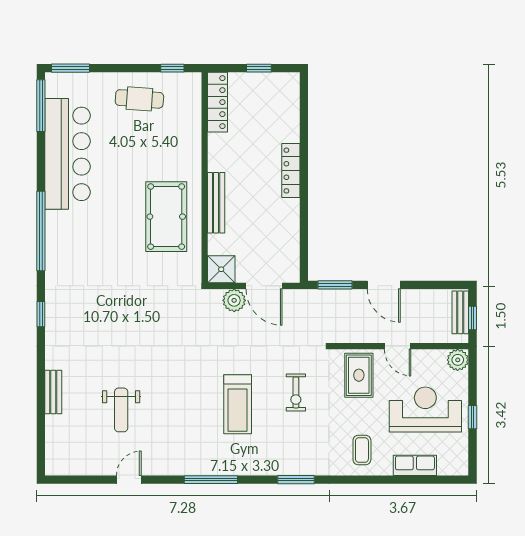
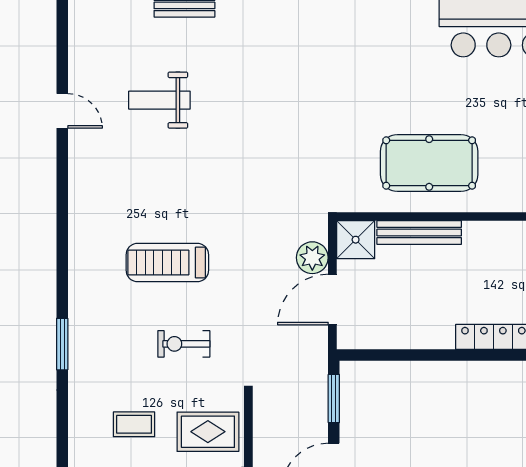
bench: (216, 203) -> (419, 233), moved
coffee table: (362, 450) -> (134, 424), moved
window: (211, 480) -> (62, 225), removed

